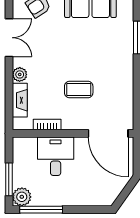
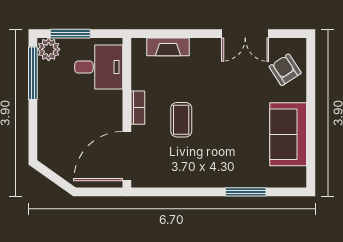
plant: (20, 74) -> (200, 47), removed
bookcase: (47, 125) -> (138, 108), moved
desk: (56, 156) -> (99, 67), moved

